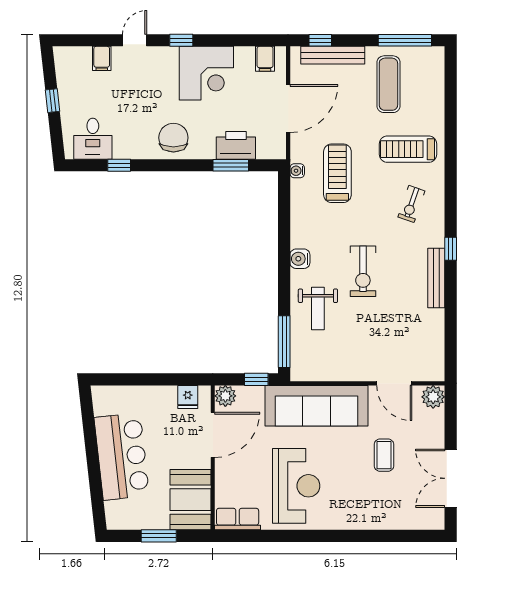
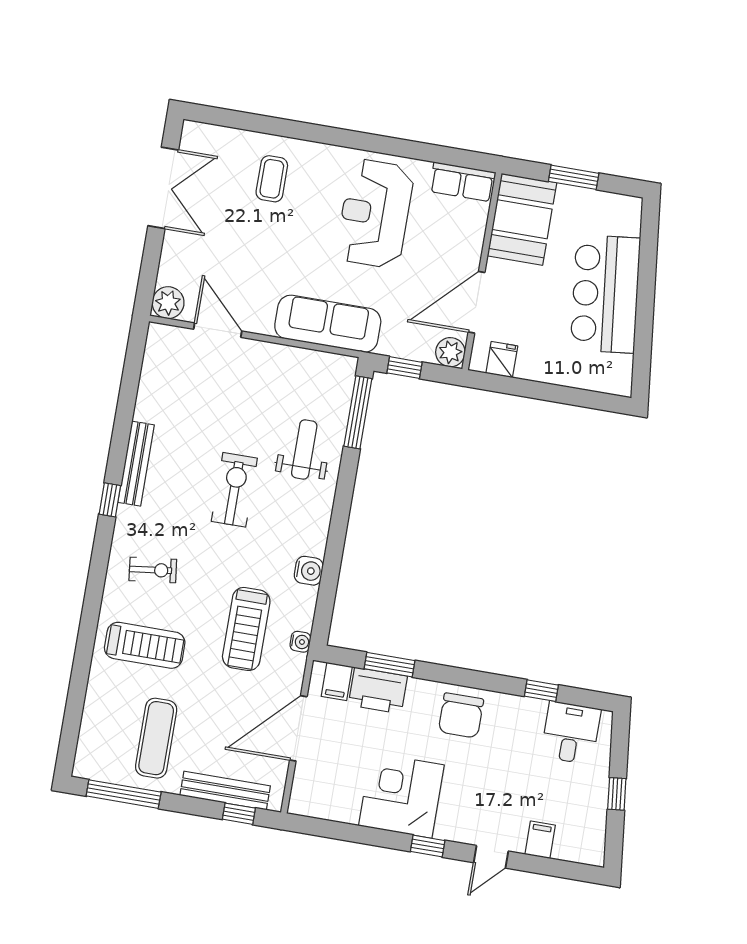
filing cabinet: (265, 59) -> (337, 682), moved, turned 180
exercise bike: (411, 204) -> (153, 570), turned 64
water cooler: (300, 259) -> (309, 571), moved
sofa: (316, 406) -> (328, 324), width x0.74, depth x0.79
coffee table: (384, 455) -> (272, 179), moved

